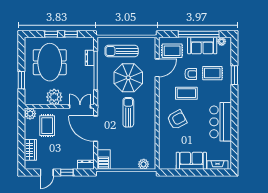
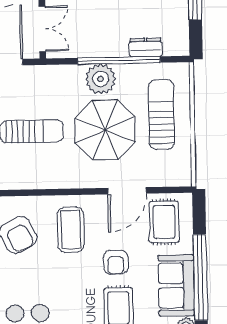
door: (157, 68) -> (127, 191), hinge flipped
plant: (104, 79) -> (101, 79), added
coffee table: (186, 93) -> (71, 230), moved

